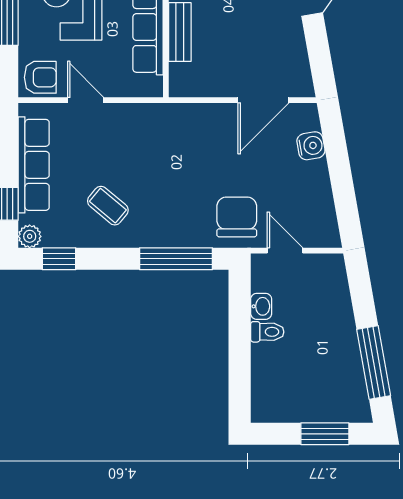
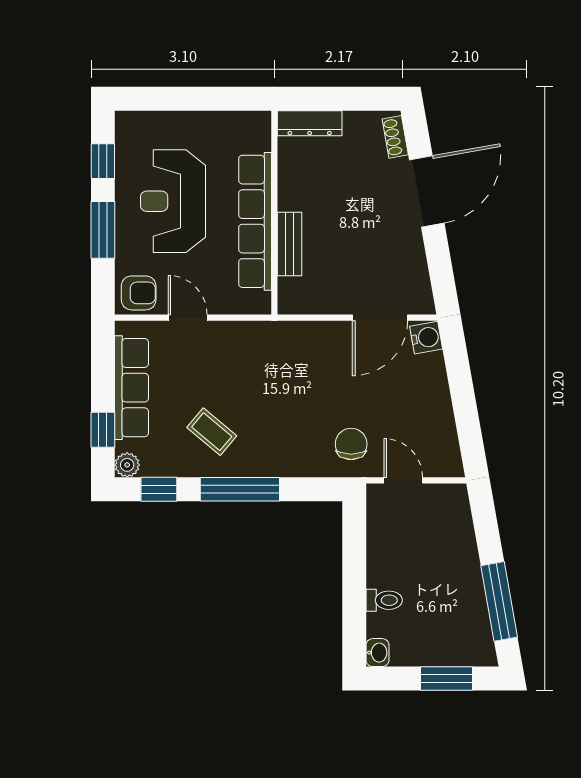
water cooler: (311, 146) -> (426, 338), moved
chair: (237, 217) -> (351, 444), width x0.73, depth x0.73
window: (176, 259) -> (240, 489), moved
washbasin: (261, 306) -> (378, 653), moved
toilet: (267, 332) -> (384, 600), moved

